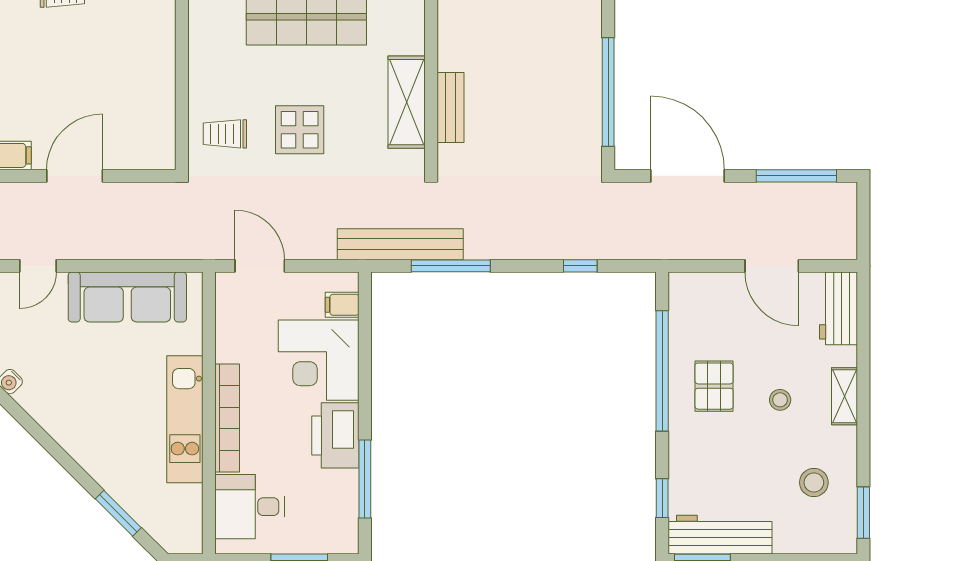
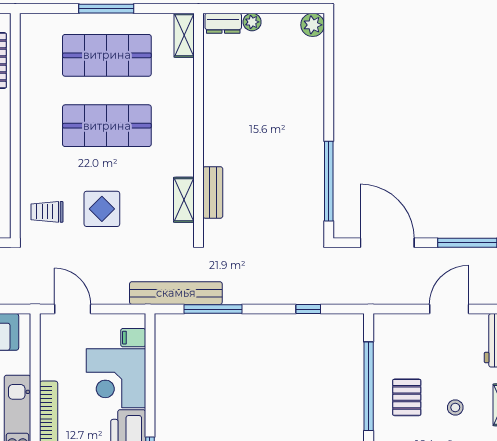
shelving: (407, 102) -> (184, 200), width x0.67, depth x0.75
door: (772, 266) -> (449, 309), swing flipped

